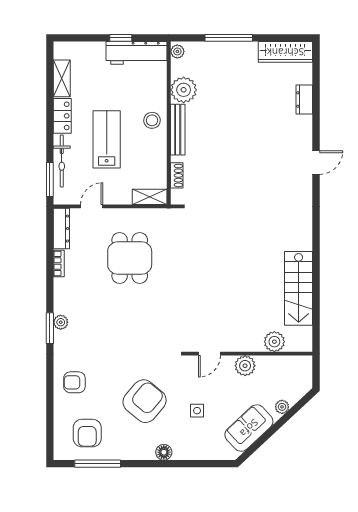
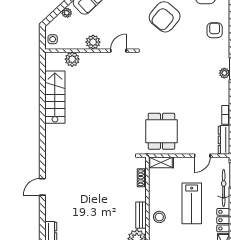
bench: (178, 130) -> (141, 215), width x0.73
dining table: (130, 258) -> (161, 131), moved
armchair: (74, 382) -> (215, 30), turned -90
side table: (197, 411) -> (53, 39), moved

